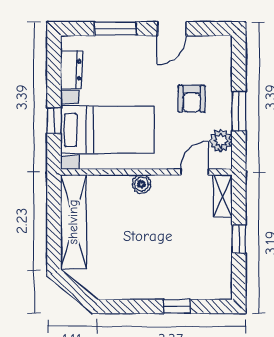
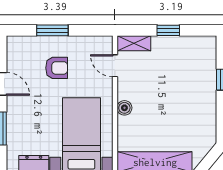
window: (239, 111) -> (52, 30), moved
plant: (221, 141) -> (90, 45), removed

